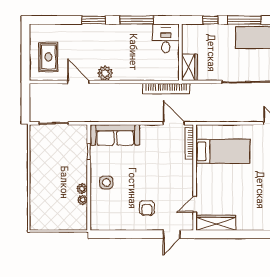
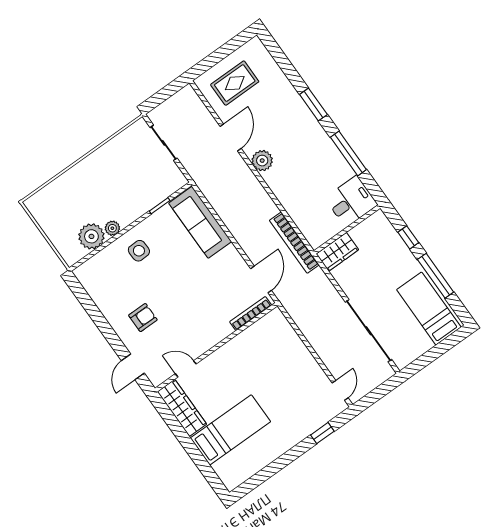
bed: (223, 151) -> (230, 430), moved, turned -90
plant: (83, 200) -> (91, 236), width x1.87, depth x1.87
armchair: (147, 208) -> (143, 318), turned 180
door: (171, 234) -> (133, 367), hinge flipped

